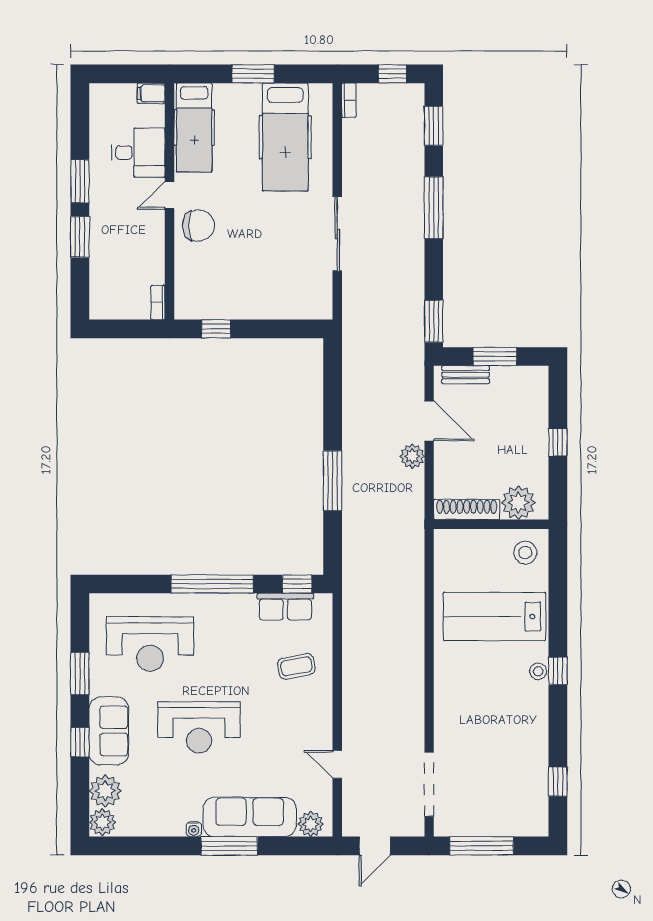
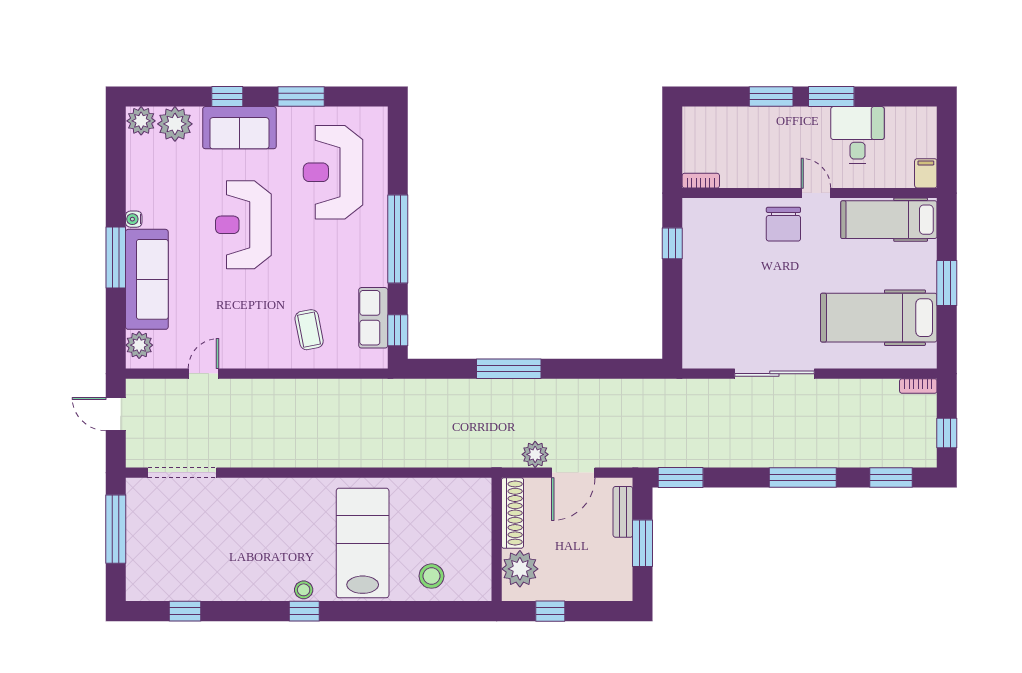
desk: (138, 153) -> (858, 135), moved, turned 180
plant: (518, 503) -> (520, 569), moved
shoe rack: (467, 509) -> (513, 513), moved
wall: (491, 524) -> (497, 539), moved

